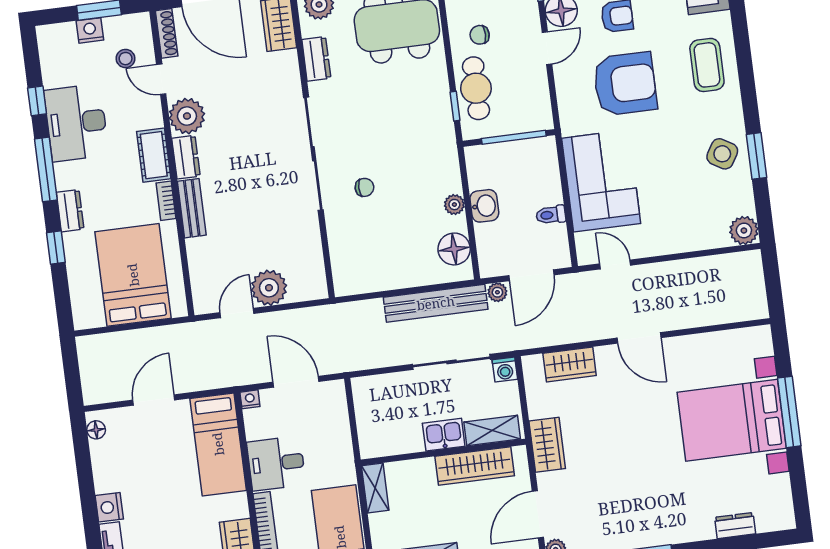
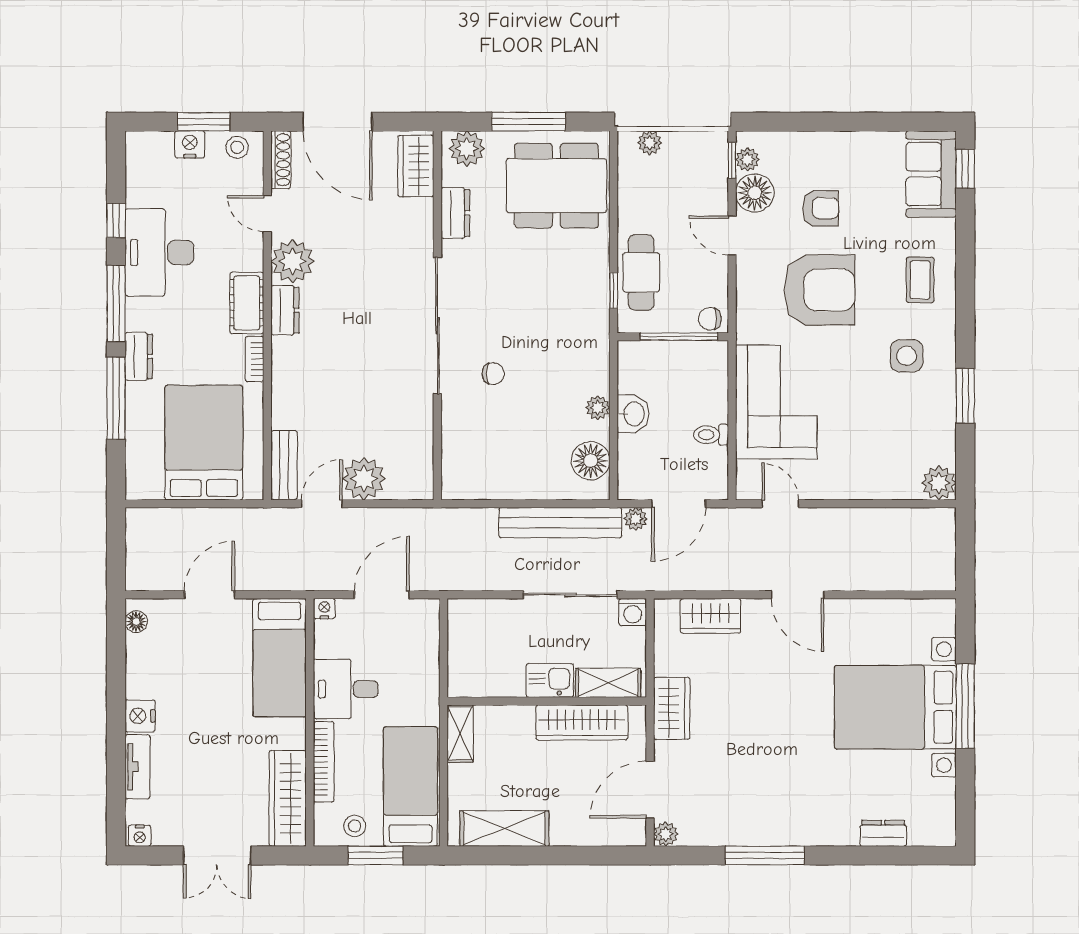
chair: (480, 35) -> (710, 319), moved
door: (547, 48) -> (732, 236), swing flipped
stool: (126, 59) -> (237, 147), moved
coffee table: (707, 65) -> (920, 280), width x0.73, depth x0.77
side table: (722, 154) -> (907, 356), moved, turned -31
bench: (192, 208) -> (284, 465), moved
window: (56, 248) -> (116, 398), width x2.17
door: (296, 382) -> (382, 595), hinge flipped

